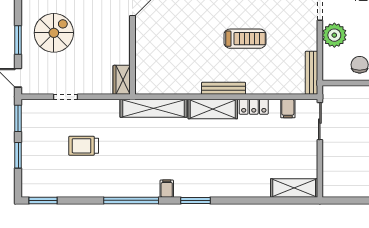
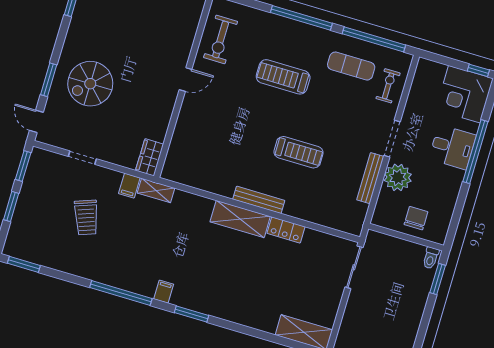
spiral stairs: (54, 33) -> (90, 84), turned 180
bench: (311, 73) -> (370, 178), moved
shelving: (154, 108) -> (156, 190), width x0.45, depth x0.75
filing cabinet: (288, 109) -> (129, 186), moved
trolley: (84, 146) -> (86, 217), turned -110

